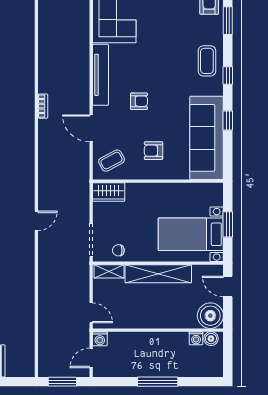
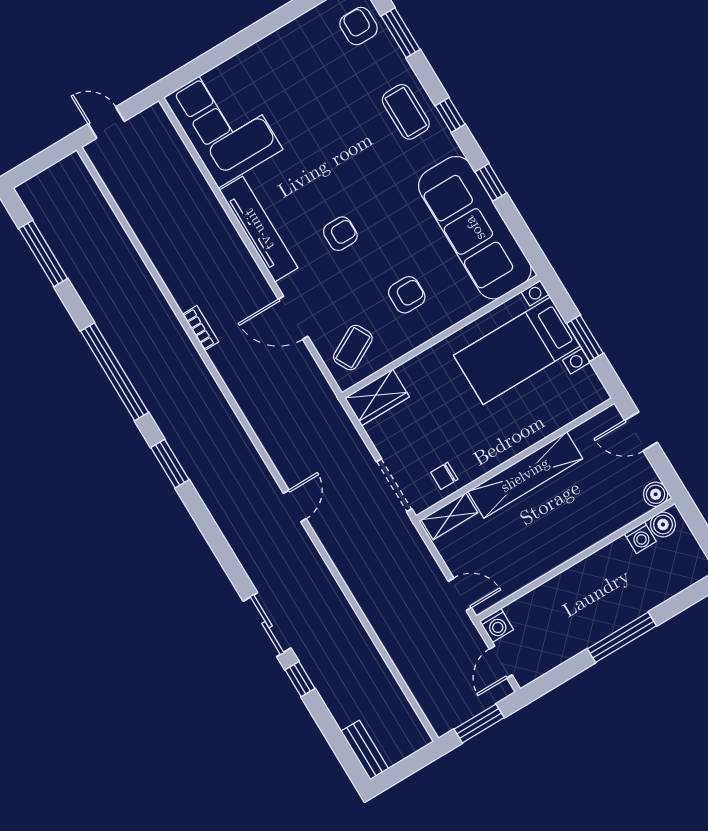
armchair: (153, 151) -> (407, 295), turned 180
bed with nightstands: (191, 234) -> (517, 351), moved
boiler: (210, 316) -> (656, 494), width x0.54, depth x0.54

